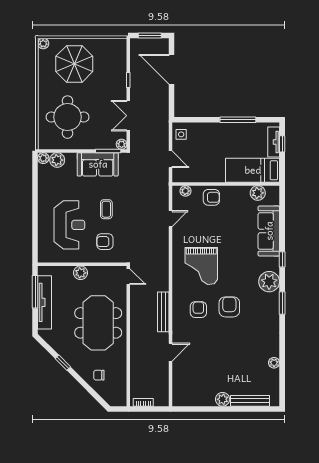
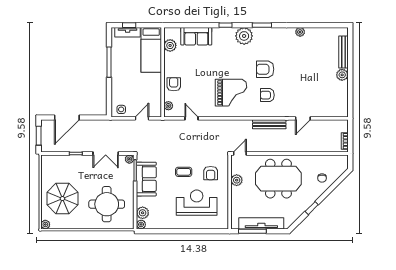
sofa: (269, 231) -> (196, 36), width x0.73
plant: (81, 273) -> (237, 180), moved
door: (170, 352) -> (303, 118), swing flipped
plant: (274, 363) -> (300, 32), moved

